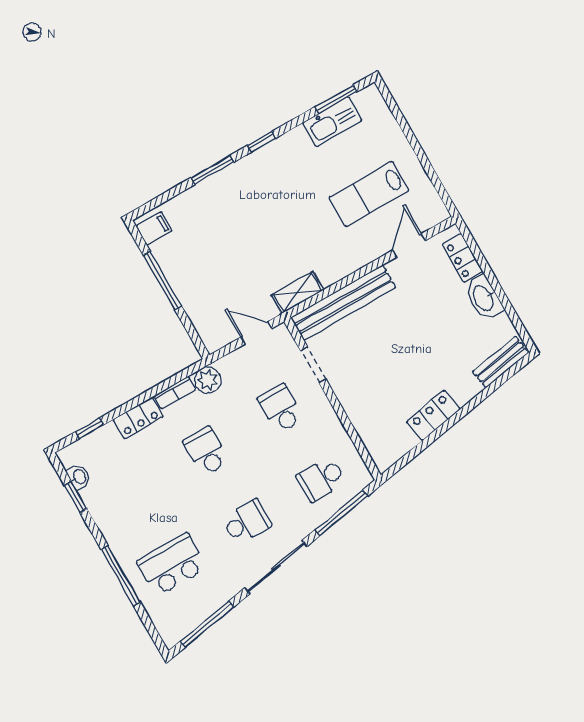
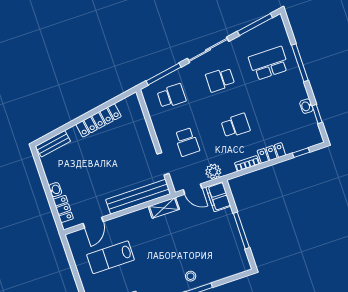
stool: (231, 189) -> (191, 276), added
lab bench: (369, 194) -> (111, 257), turned 180
filing cabinet: (154, 229) -> (218, 197), moved, width x2.00
washbasin: (484, 298) -> (55, 190), width x0.52, depth x0.69
plant: (208, 380) -> (213, 172), moved
locker: (433, 415) -> (98, 120), width x1.53
school desk: (206, 451) -> (236, 126), turned -90
washbasin: (79, 477) -> (306, 106), moved
school desk: (172, 565) -> (269, 63), turned 180

